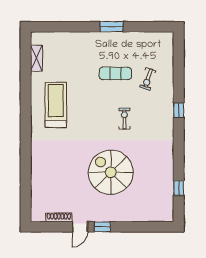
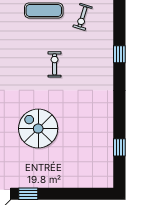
spiral stairs: (111, 172) -> (38, 129), width x0.73, depth x0.73

